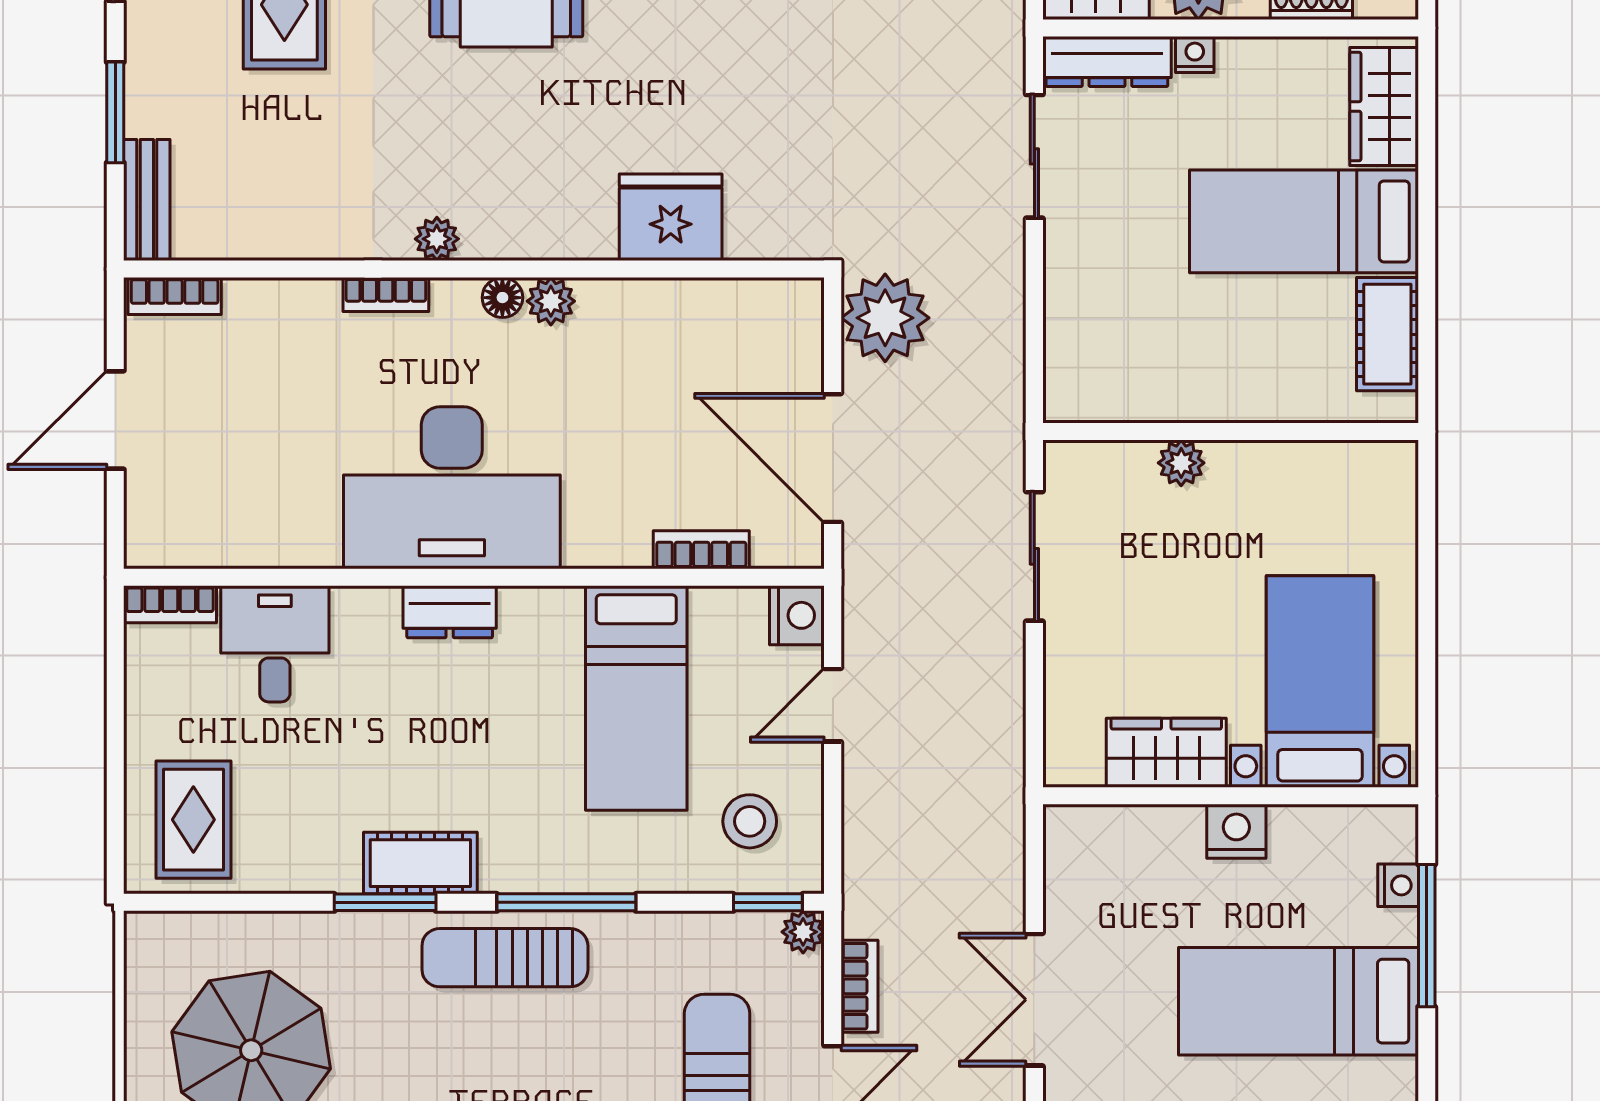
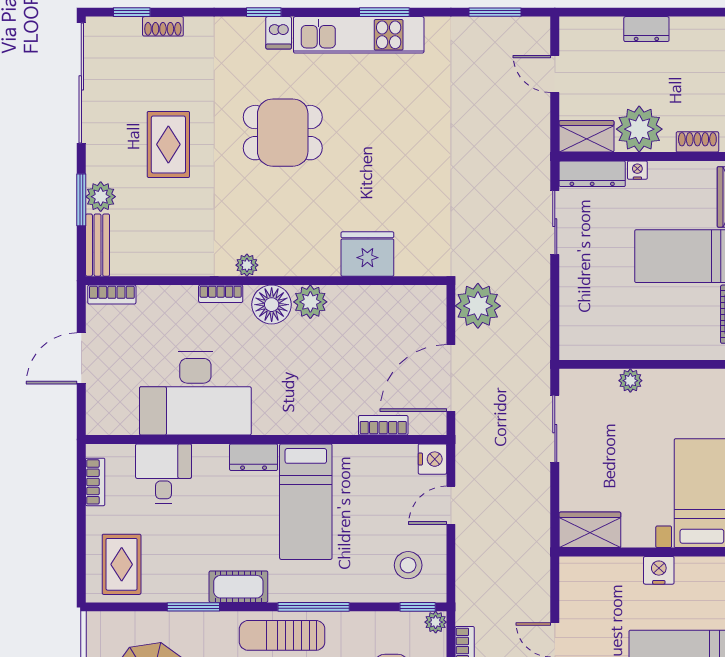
plant: (153, 106) -> (101, 197), added
floor lamp: (502, 298) -> (272, 305), width x1.89, depth x1.89
plant: (551, 301) -> (310, 302), width x1.38, depth x1.38
door: (833, 458) -> (451, 378), hinge flipped
desk: (452, 488) -> (195, 393), moved
bookcase: (170, 604) -> (95, 482), moved, turned -90
bed: (636, 698) -> (306, 502), moved
wardrobe: (1166, 753) -> (590, 530), moved
window: (385, 902) -> (193, 607), moved

